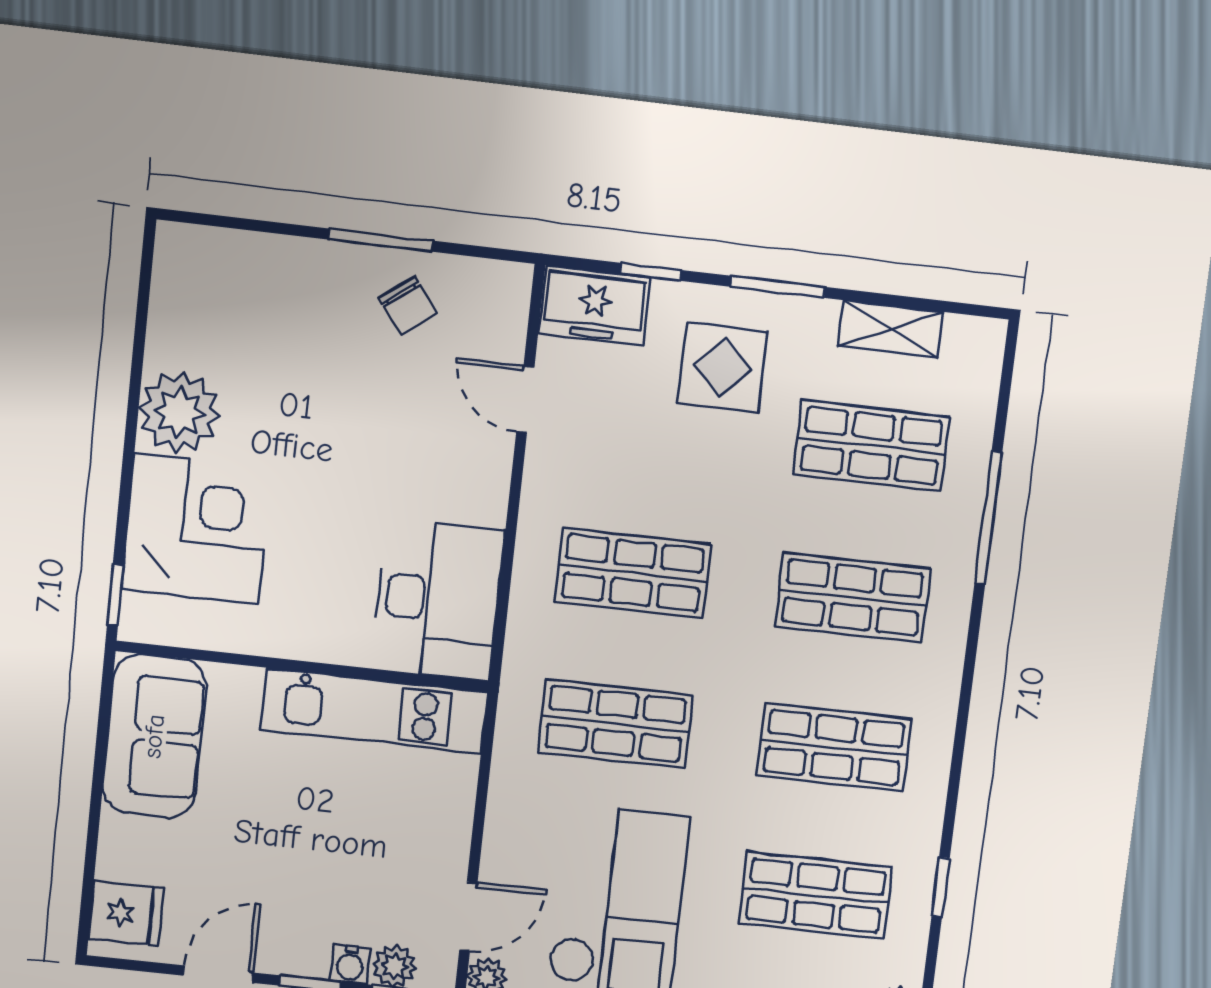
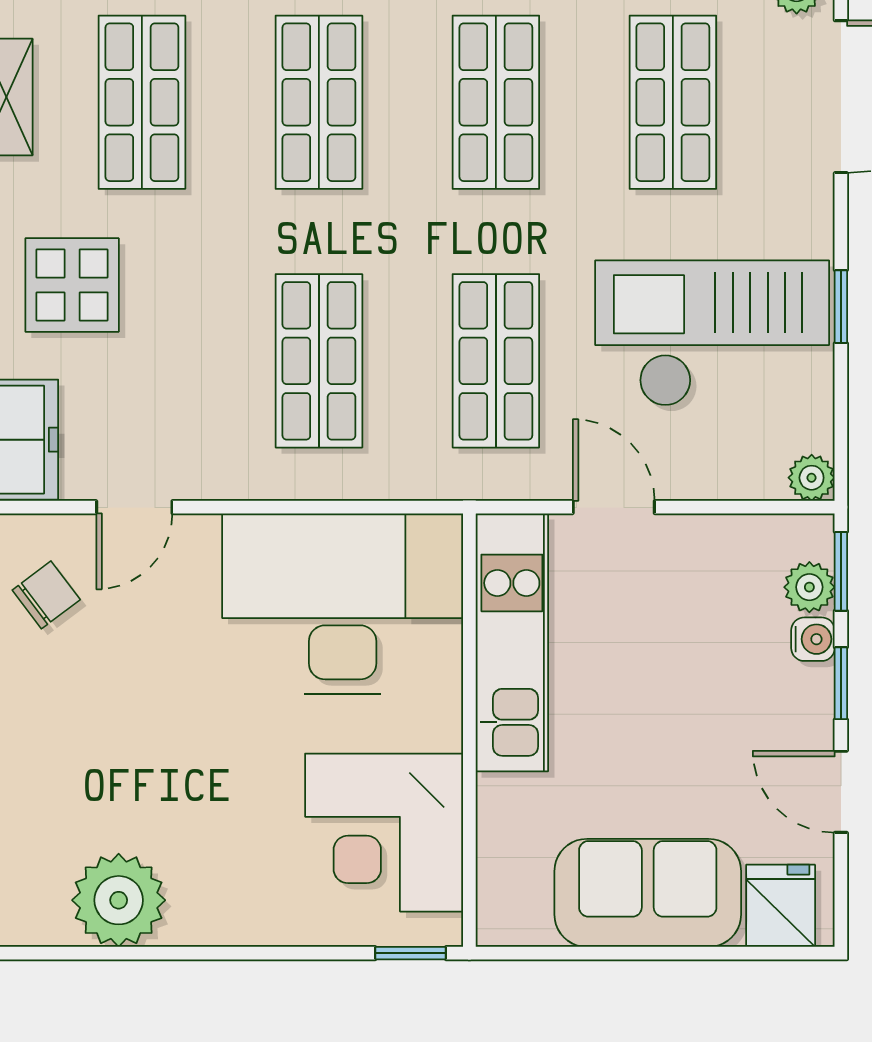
chair: (408, 305) -> (46, 595), moved
plant: (179, 412) -> (119, 900), moved
corner desk: (196, 529) -> (384, 833), moved, turned -90
desk: (438, 600) -> (343, 604), width x1.36, depth x1.30
sofa: (154, 736) -> (648, 893), moved
door: (468, 916) -> (614, 507), moved

